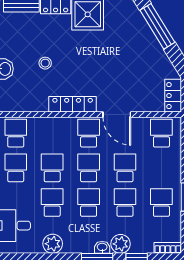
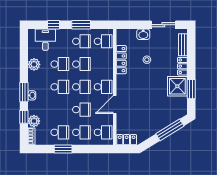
locker: (73, 104) -> (121, 60), moved
school desk: (125, 202) -> (81, 132), moved
plant: (121, 244) -> (34, 121), moved

